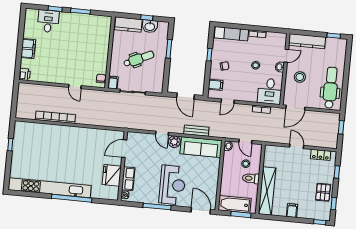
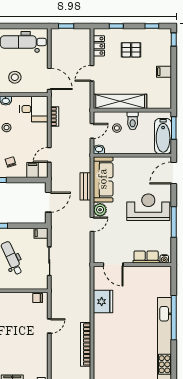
filing cabinet: (113, 83) -> (41, 233), moved
door: (228, 101) -> (49, 155), swing flipped
fridge: (112, 175) -> (103, 302), moved, turned -90
shelving: (267, 191) -> (120, 101), moved
pallet: (323, 192) -> (131, 50), moved

